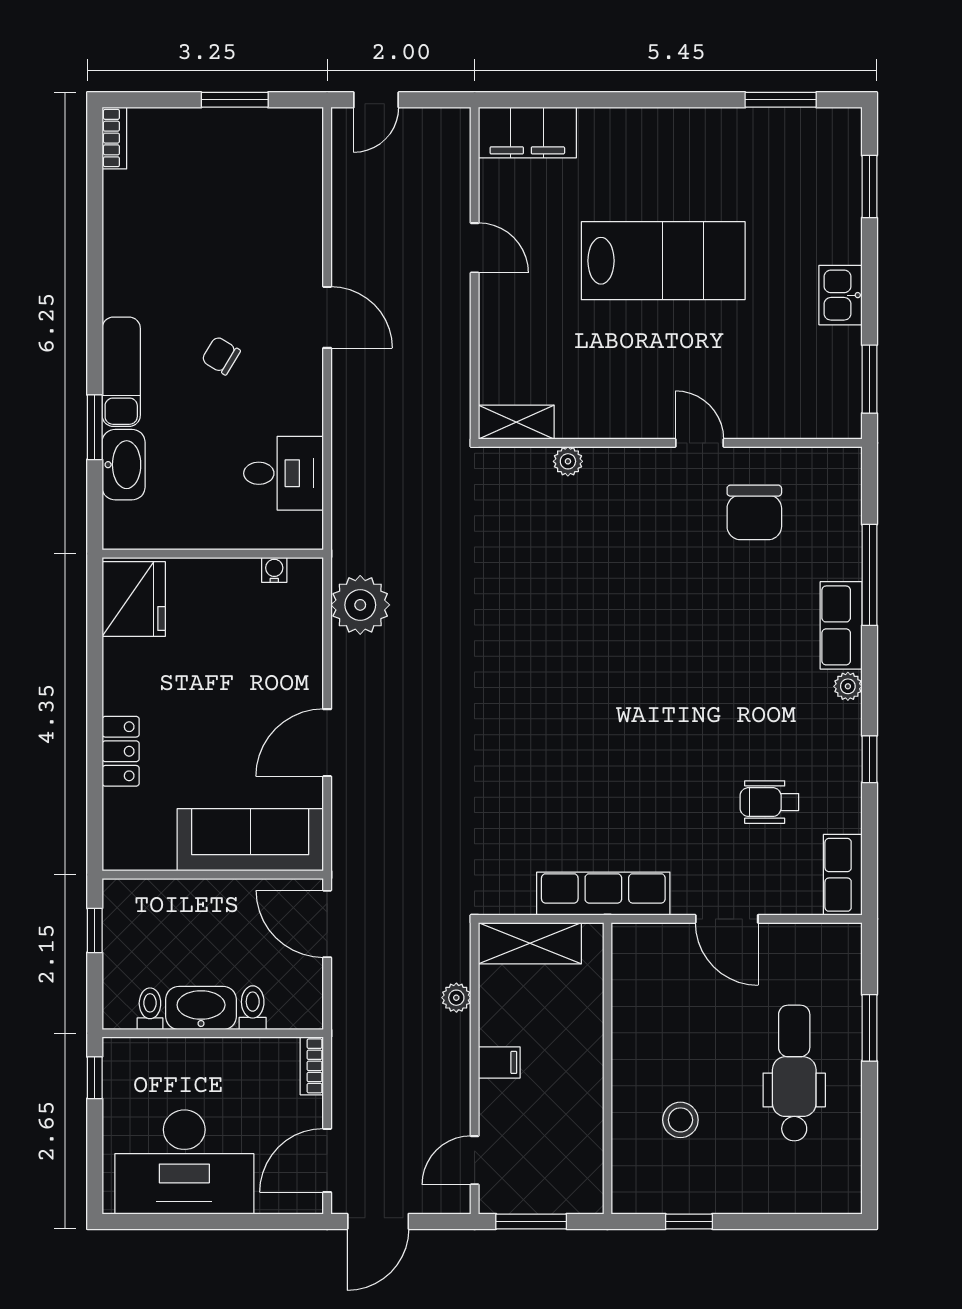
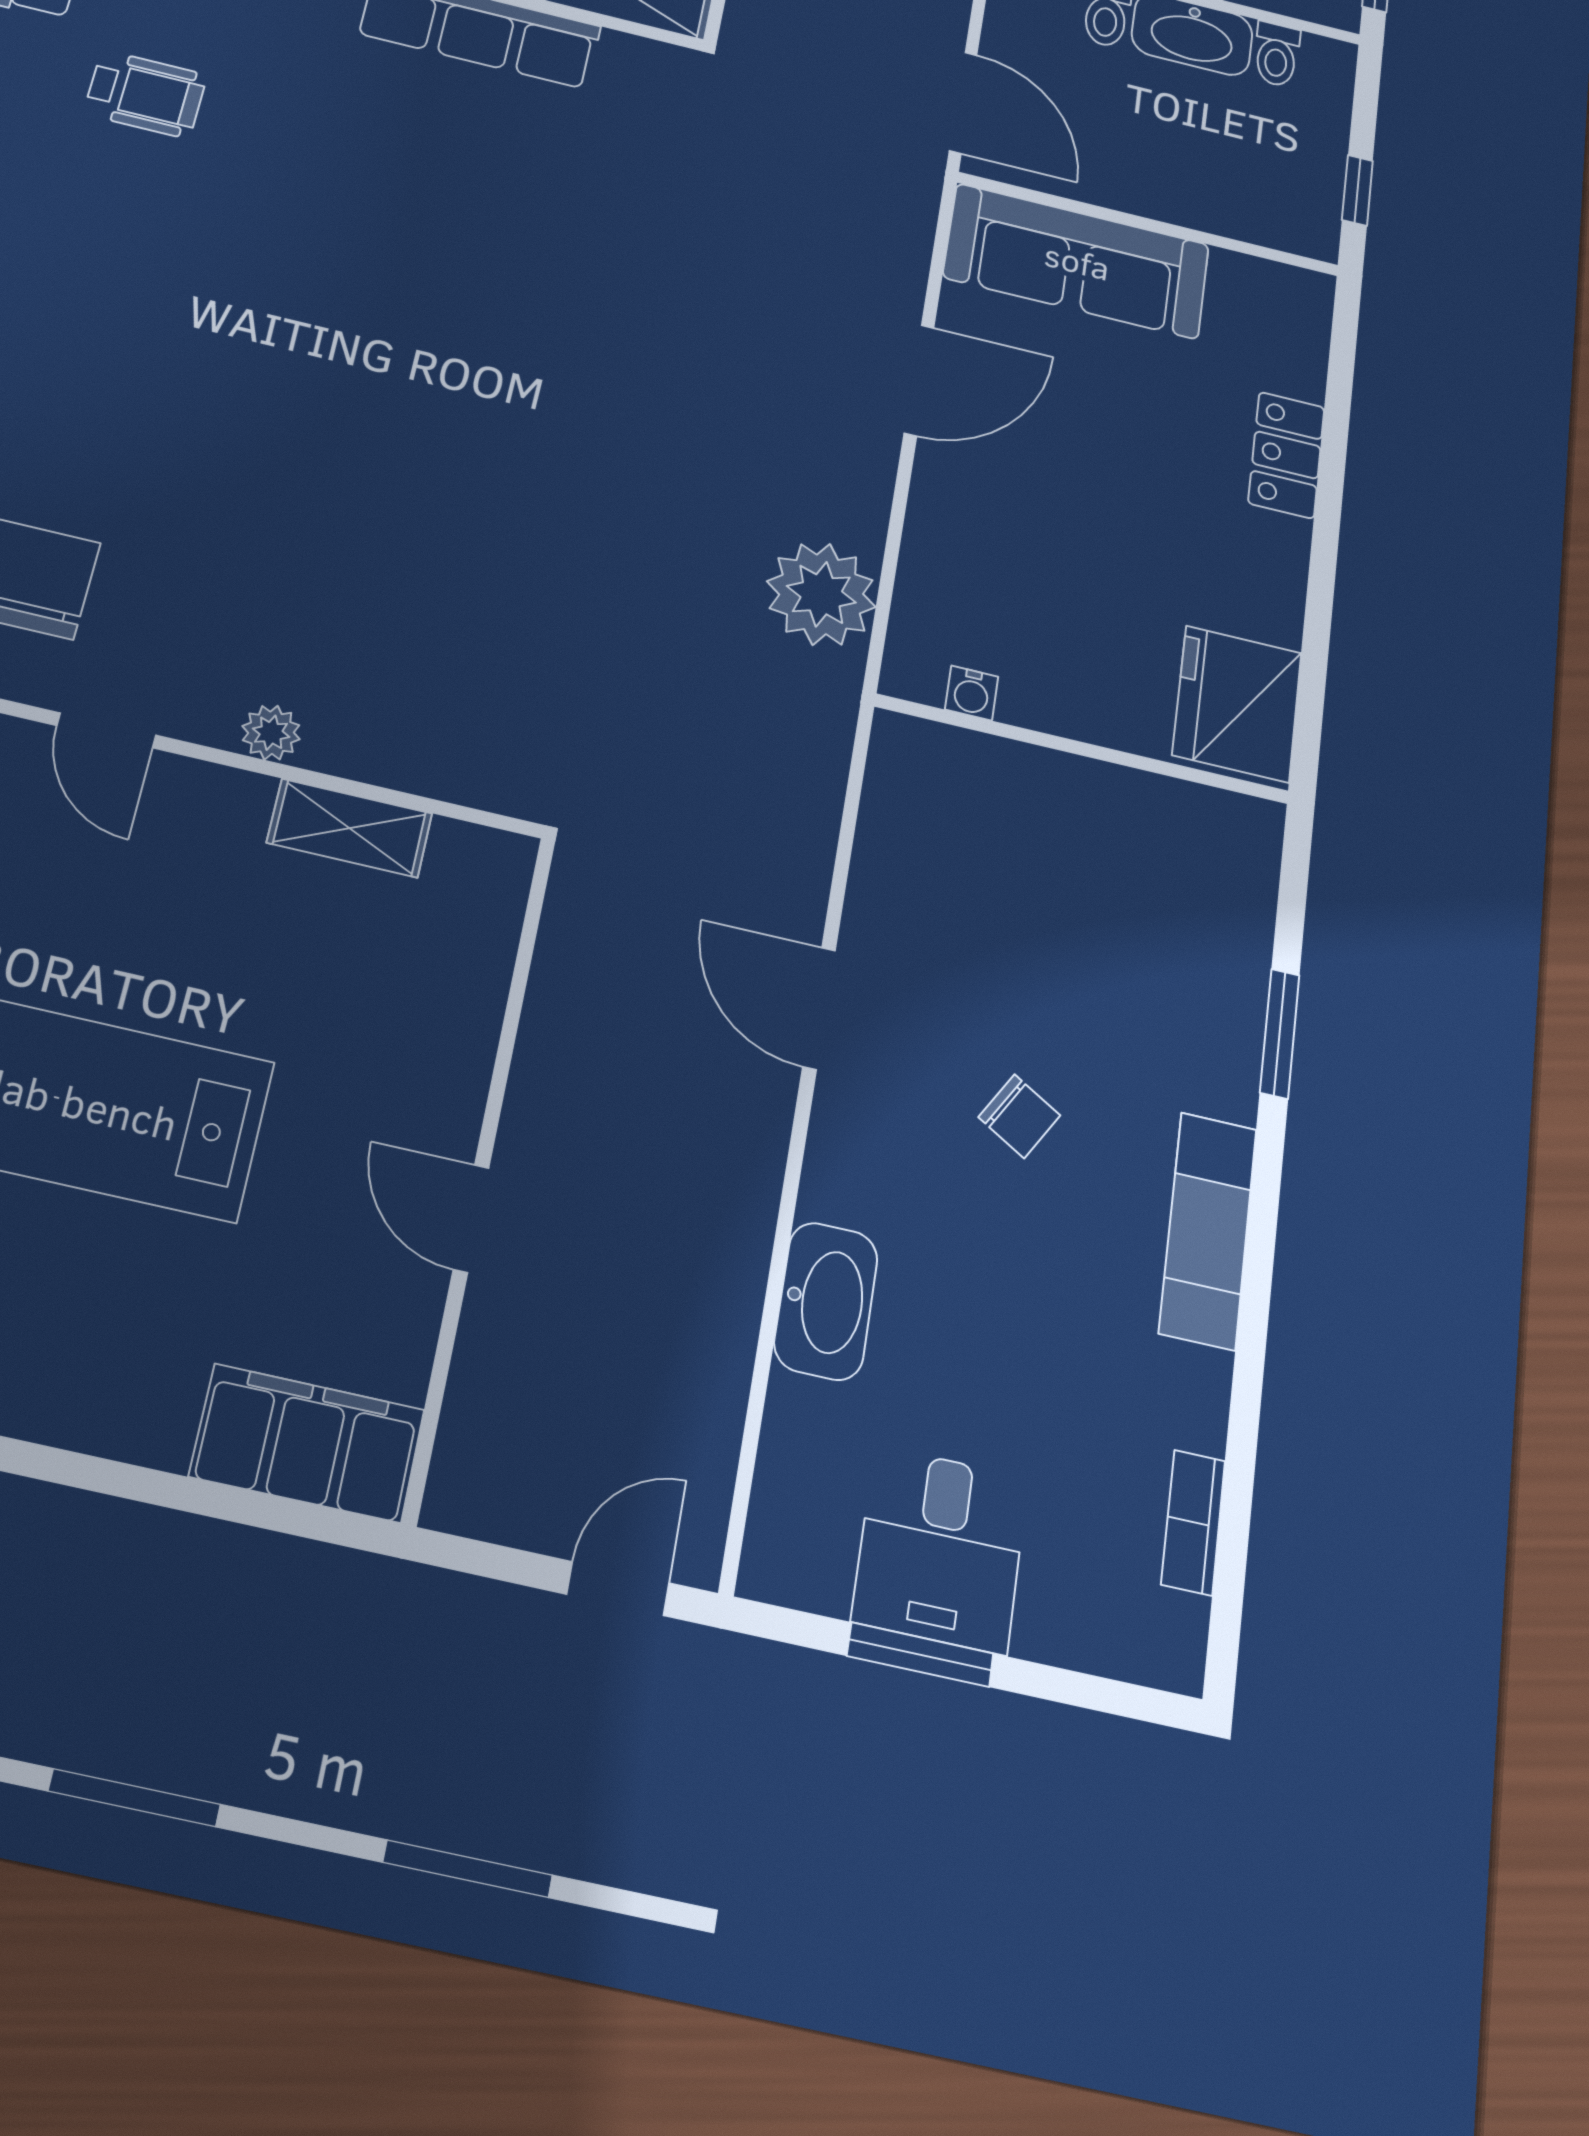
bookcase: (114, 138) -> (1193, 1522), moved
door: (327, 317) -> (819, 1008), moved
exam couch: (121, 372) -> (1208, 1230), moved
shelving: (516, 422) -> (350, 828), moved
plant: (568, 461) -> (271, 733), moved
washbasin: (124, 465) -> (826, 1301), moved, turned 180
desk: (284, 473) -> (940, 1549), moved, turned -90

